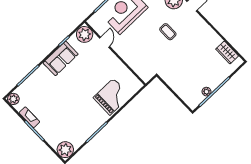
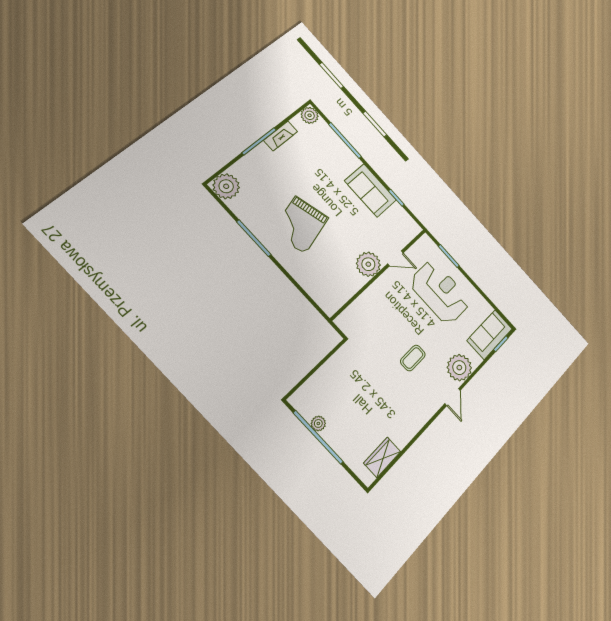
plant: (85, 34) -> (368, 264), moved
grand piano: (112, 97) -> (300, 225), moved, turned 75

